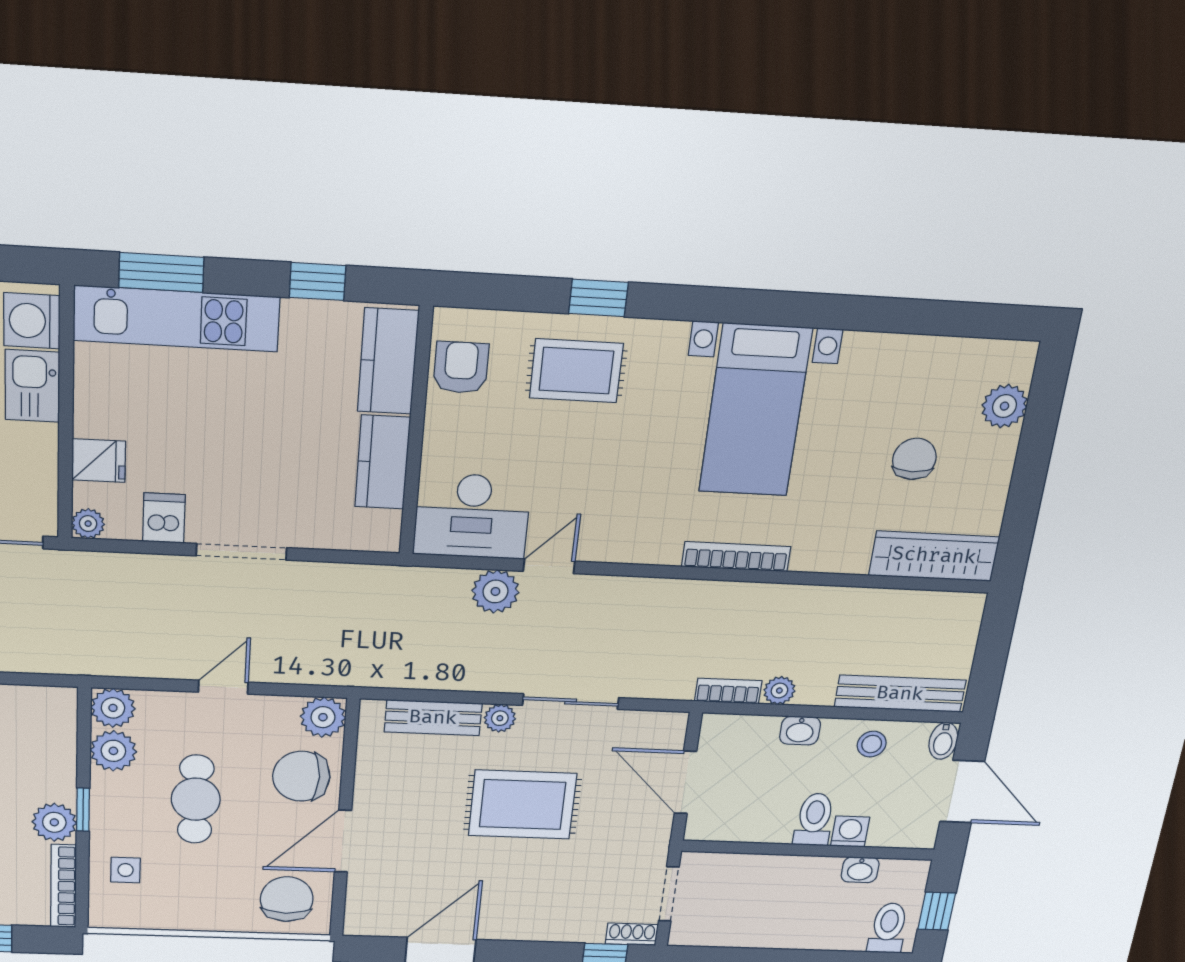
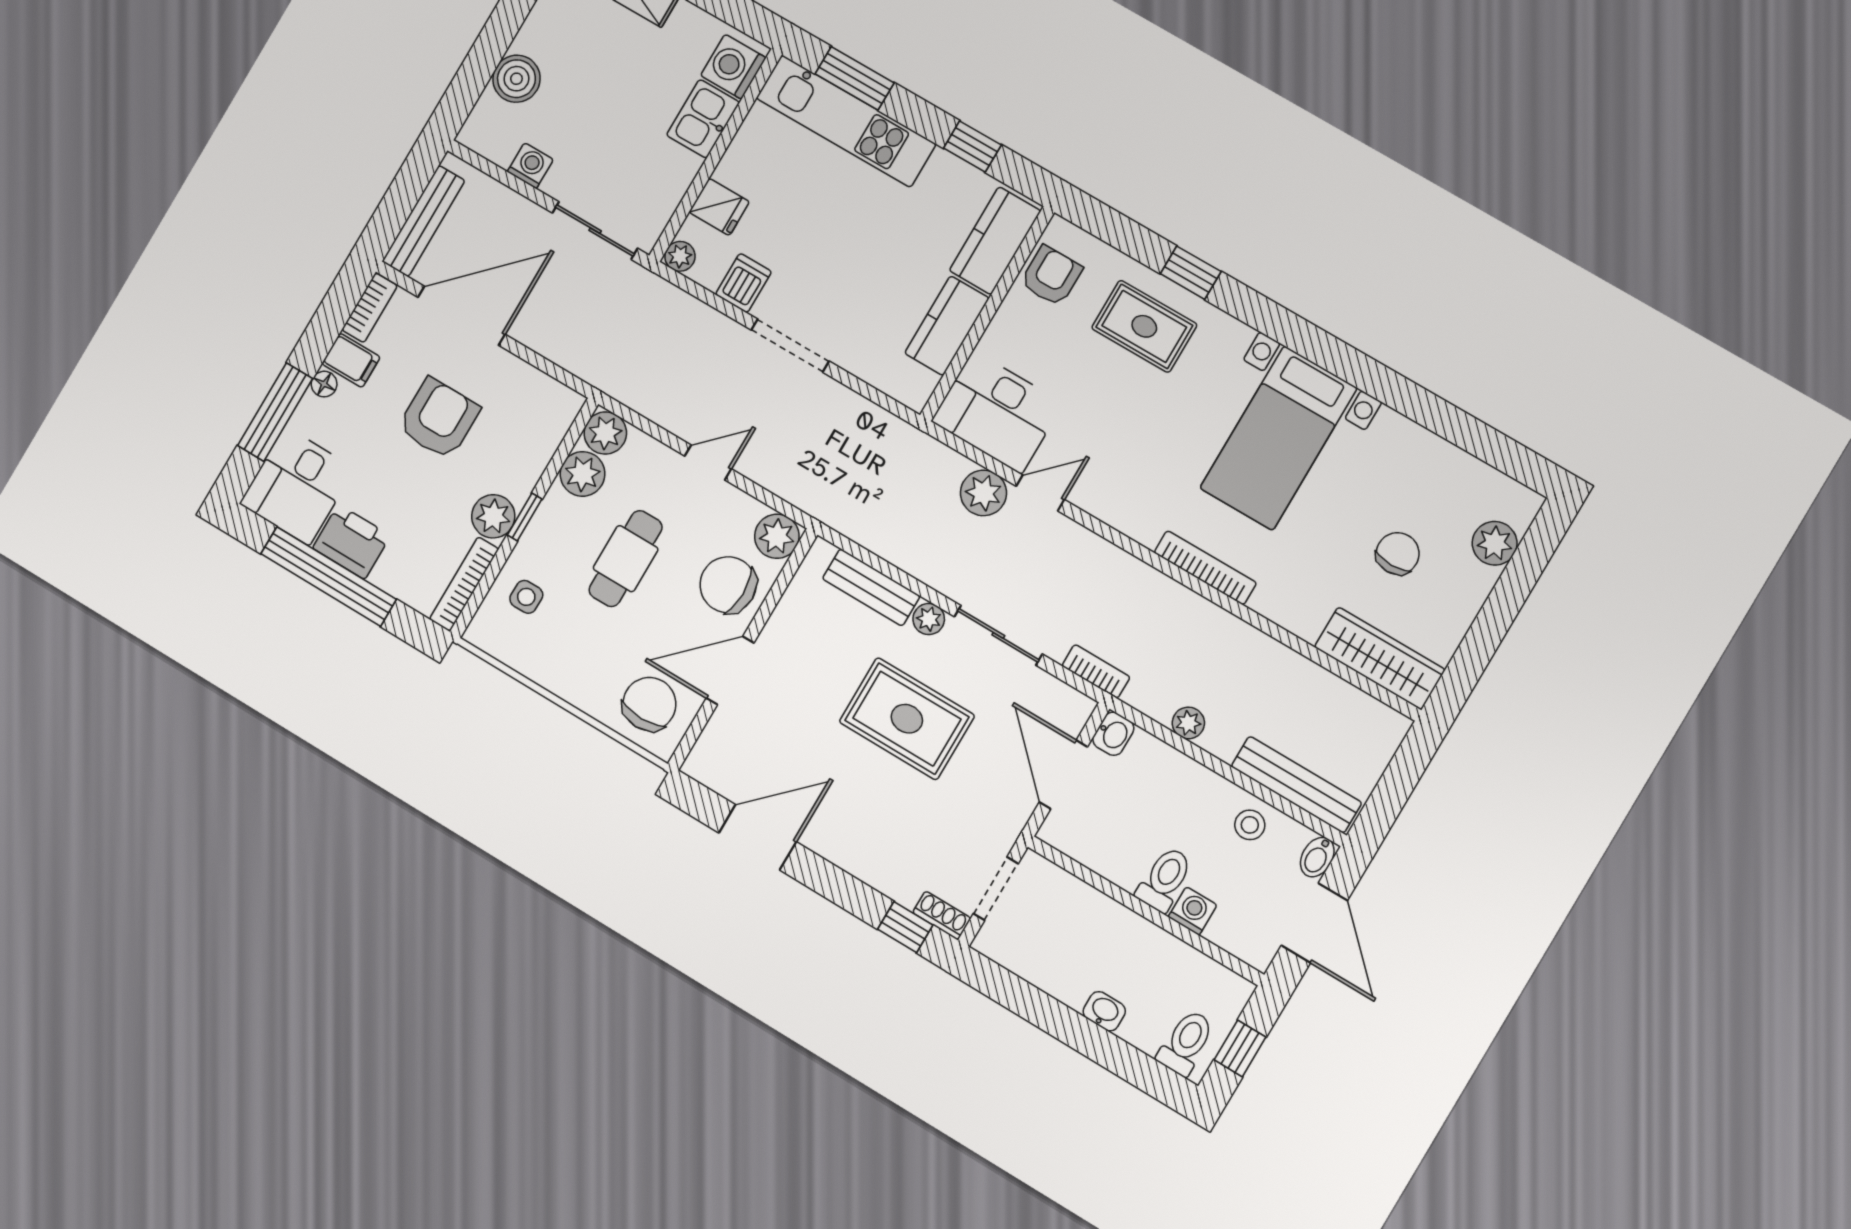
bookcase: (728, 691) -> (1096, 671), moved
washbasin: (800, 731) -> (1113, 734), moved, turned -90
washbasin: (860, 870) -> (1104, 1011), moved, turned 180

